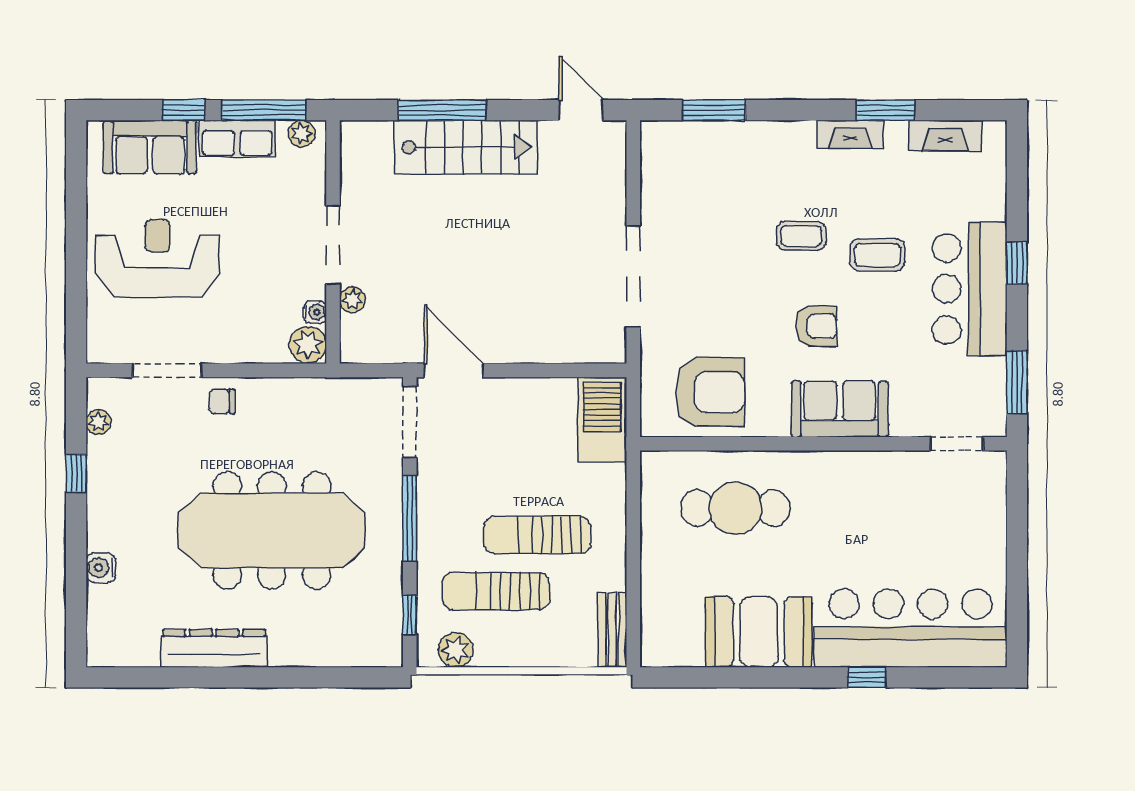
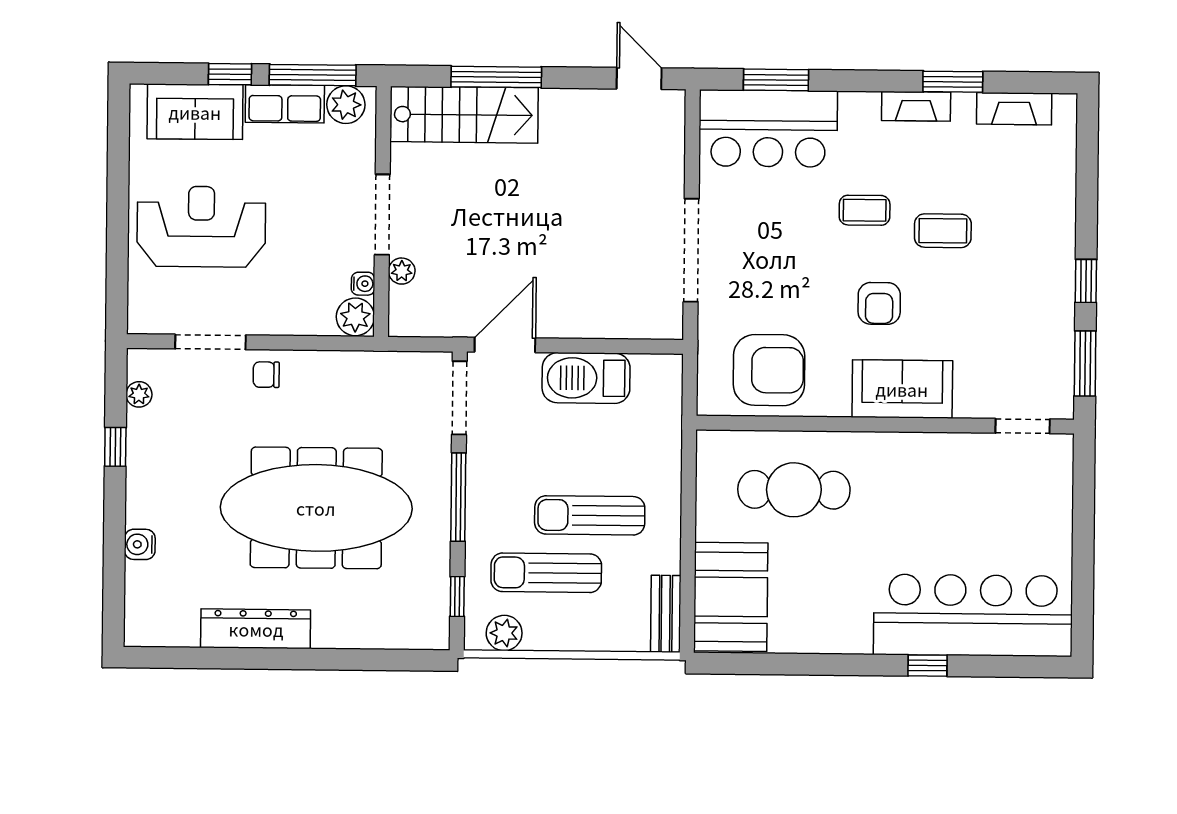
plant: (302, 134) -> (346, 105), width x1.38, depth x1.38
stairs: (466, 147) -> (464, 115), moved
window: (1017, 263) -> (1086, 281), moved
bar counter: (970, 289) -> (768, 128), moved, turned -90
armchair: (816, 326) -> (879, 303), turned 90
door: (453, 370) -> (505, 345), hinge flipped
barbecue: (602, 420) -> (586, 378), moved, turned -90
booth: (759, 632) -> (731, 597), moved, turned 90

